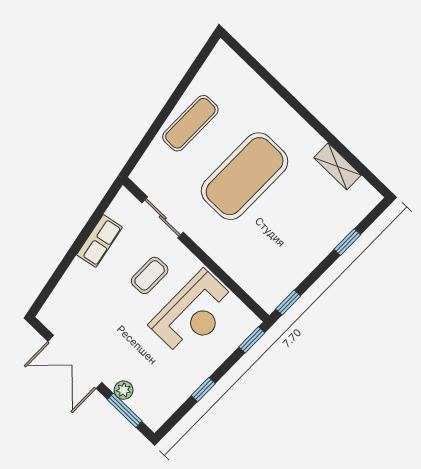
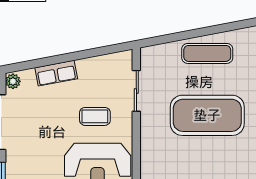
row of seats: (99, 241) -> (56, 73), moved
plant: (124, 390) -> (13, 81), moved

